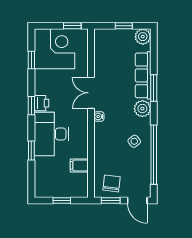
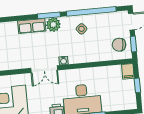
row of seats: (143, 75) -> (32, 26), width x0.68
window: (154, 88) -> (49, 15), moved
filing cabinet: (79, 165) -> (128, 71), moved

